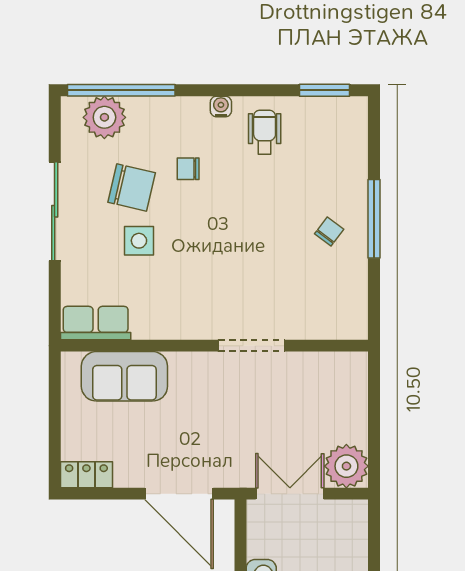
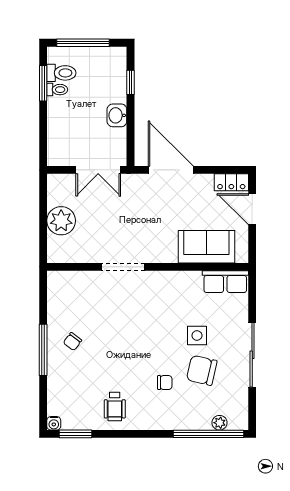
water cooler: (221, 106) -> (54, 423), moved
plant: (104, 117) -> (220, 423), width x0.53, depth x0.53
door: (55, 434) -> (252, 209), added
plant: (346, 466) -> (61, 221), moved

